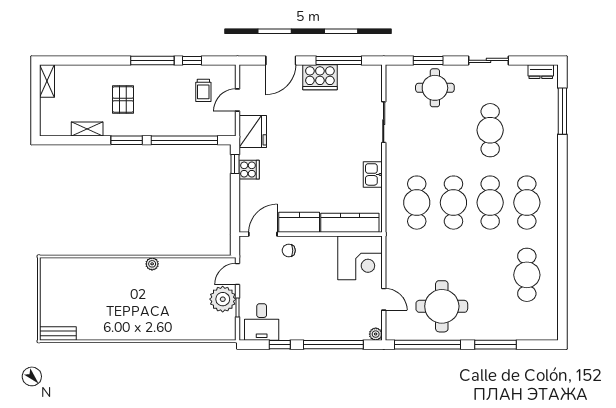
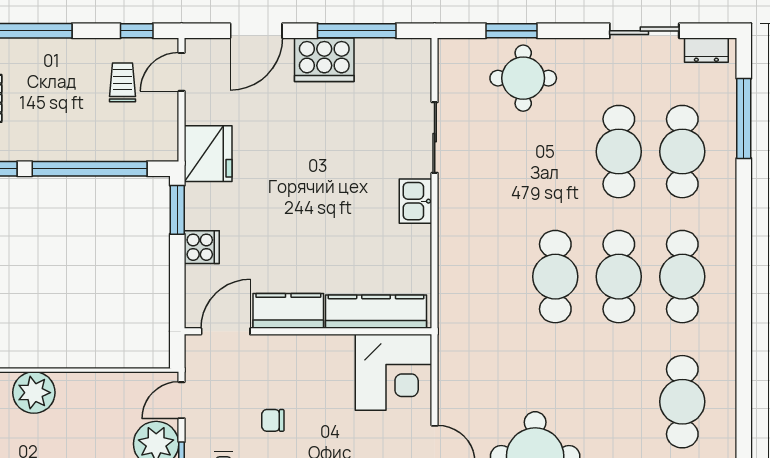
window: (192, 60) -> (137, 31), moved
sliding door: (488, 60) -> (644, 31), moved
trolley: (203, 90) -> (122, 82), turned 180
door: (237, 100) -> (182, 72), moved
window: (235, 164) -> (177, 210), width x1.50
cooker: (249, 170) -> (202, 247), moved
kitchen sink: (373, 174) -> (416, 201), moved
cafe table: (417, 203) -> (682, 152), moved
chair: (289, 250) -> (273, 420), moved
plant: (152, 264) -> (34, 393), width x1.88, depth x1.88

